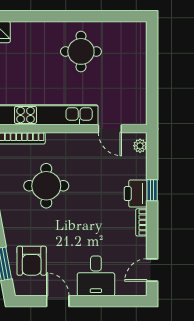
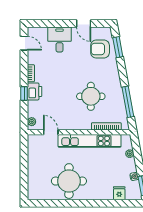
round table: (81, 51) -> (69, 181), width x1.36, depth x1.36
armchair: (32, 261) -> (100, 49), turned -90
door: (152, 270) -> (24, 43), hinge flipped

